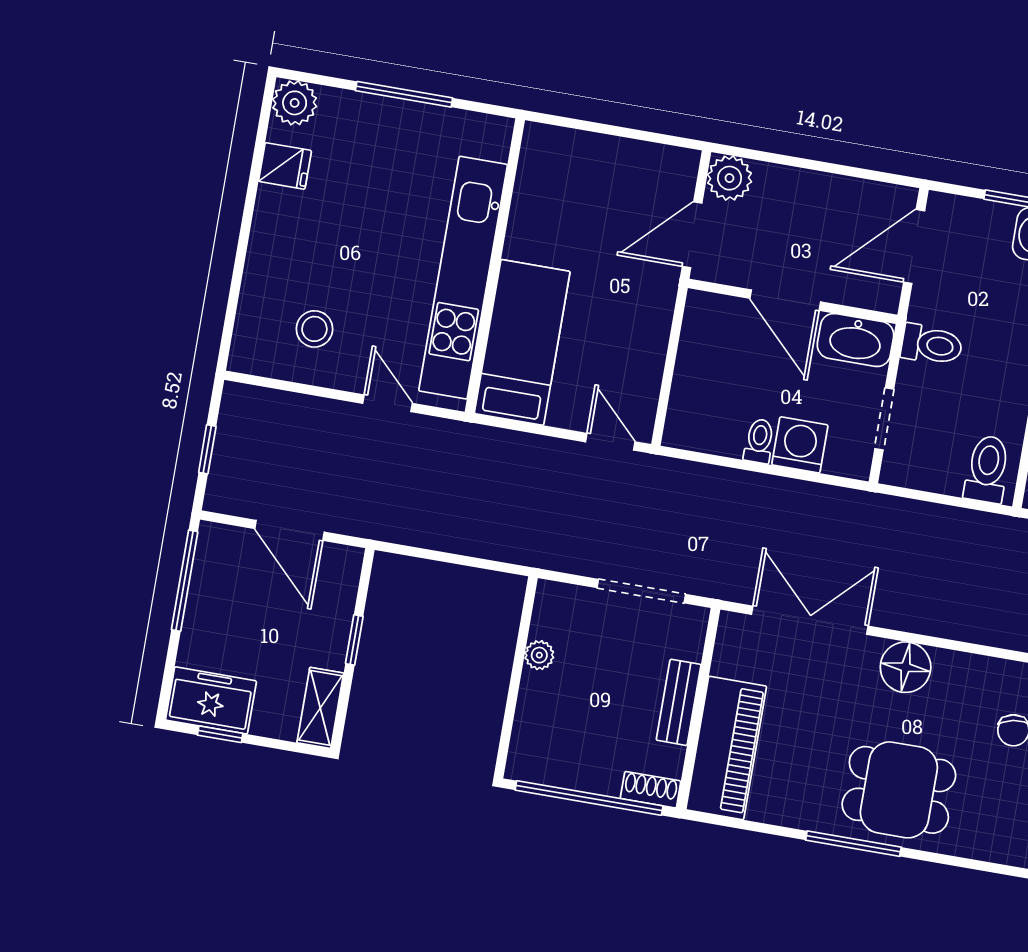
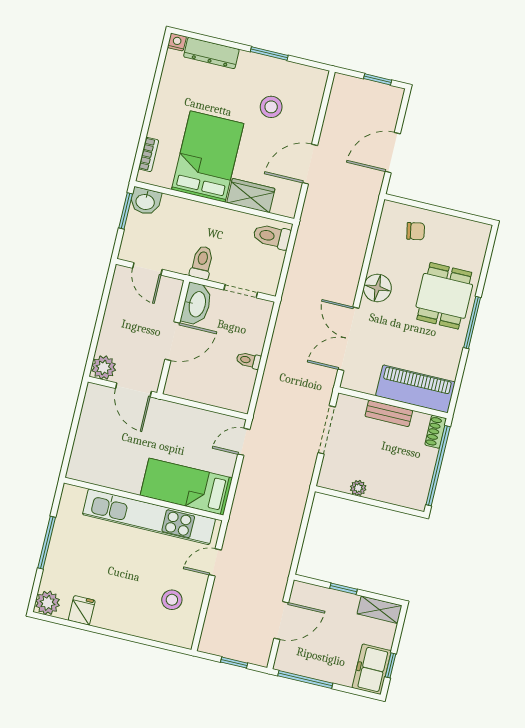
door: (914, 246) -> (147, 269), width x0.73
washing machine: (800, 445) -> (252, 338), removed

